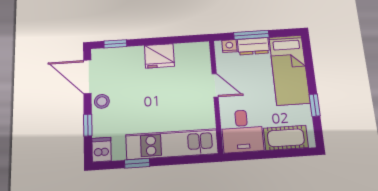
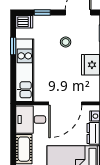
door: (215, 85) -> (65, 103), width x1.88
stool: (102, 101) -> (66, 42), moved

